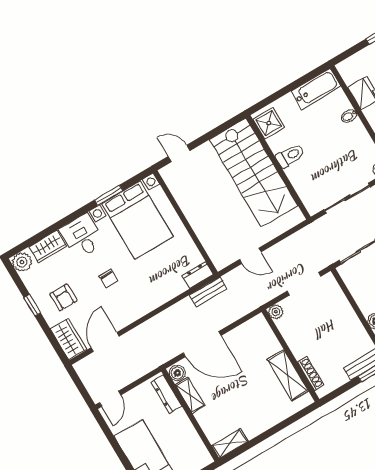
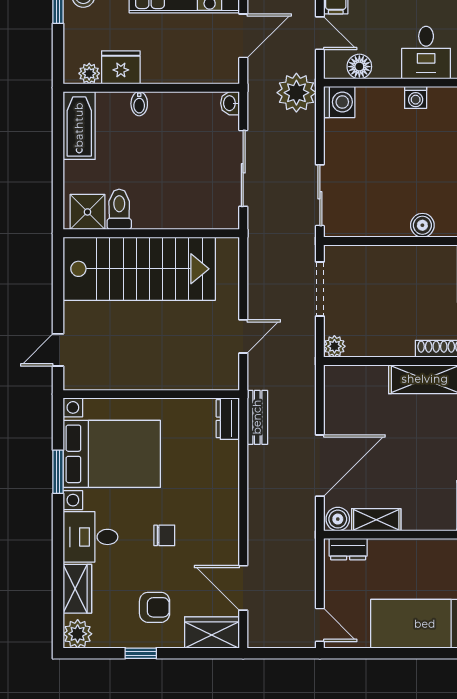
plant: (349, 77) -> (89, 73), added
toilet: (290, 156) -> (119, 209), moved
dresser: (166, 394) -> (348, 549), width x0.70

